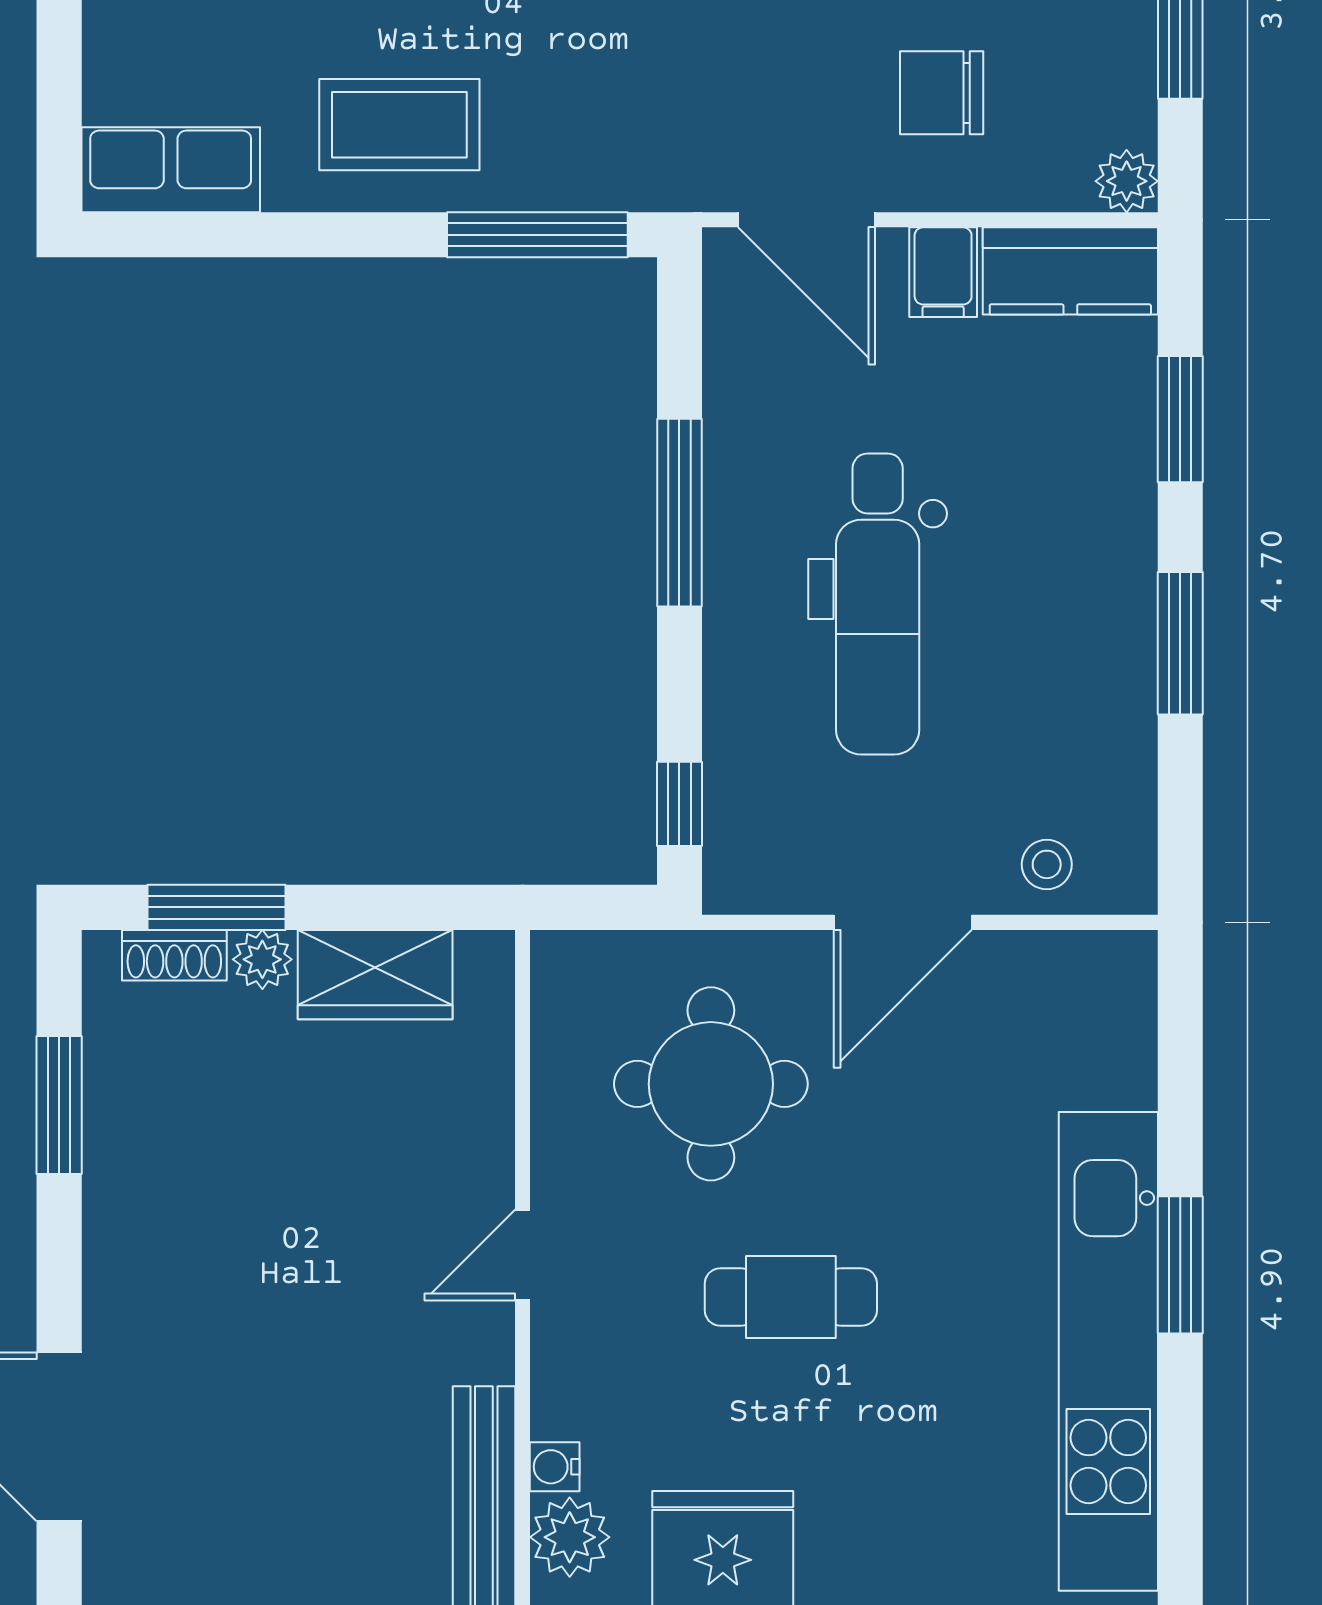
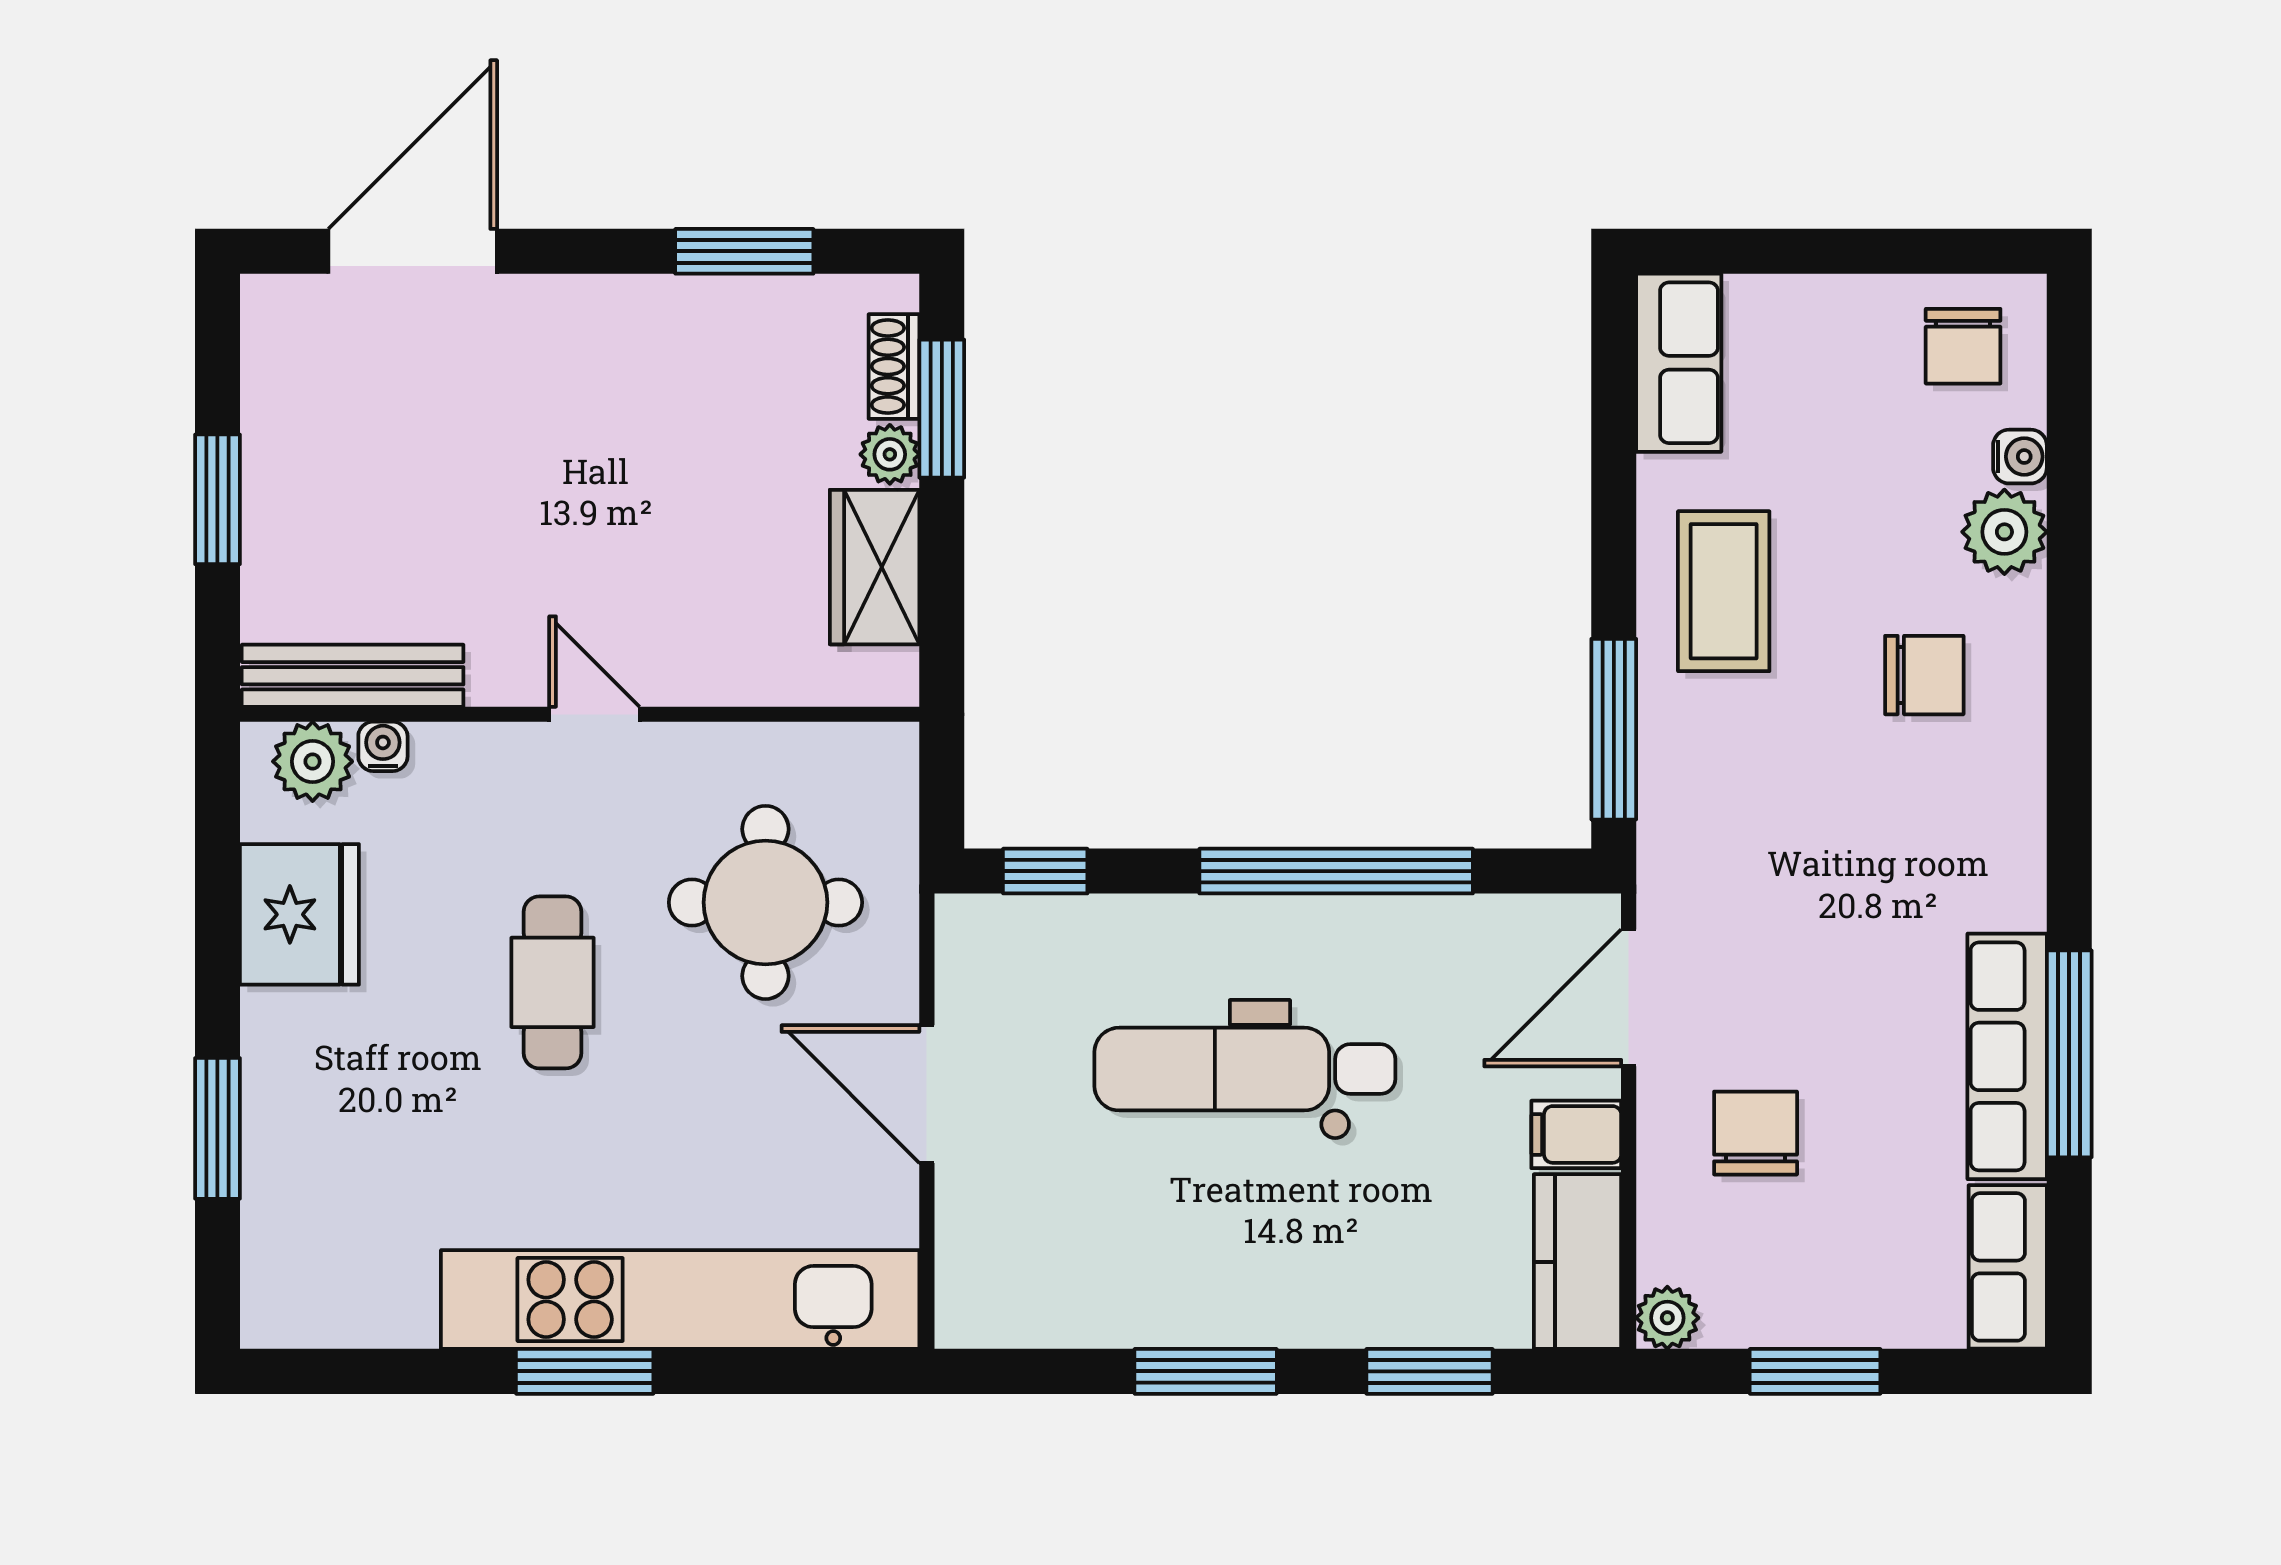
window: (679, 513) -> (1336, 871), width x1.46
stool: (1047, 864) -> (985, 1238), removed
kitchen unit: (1108, 1351) -> (680, 1300), moved

